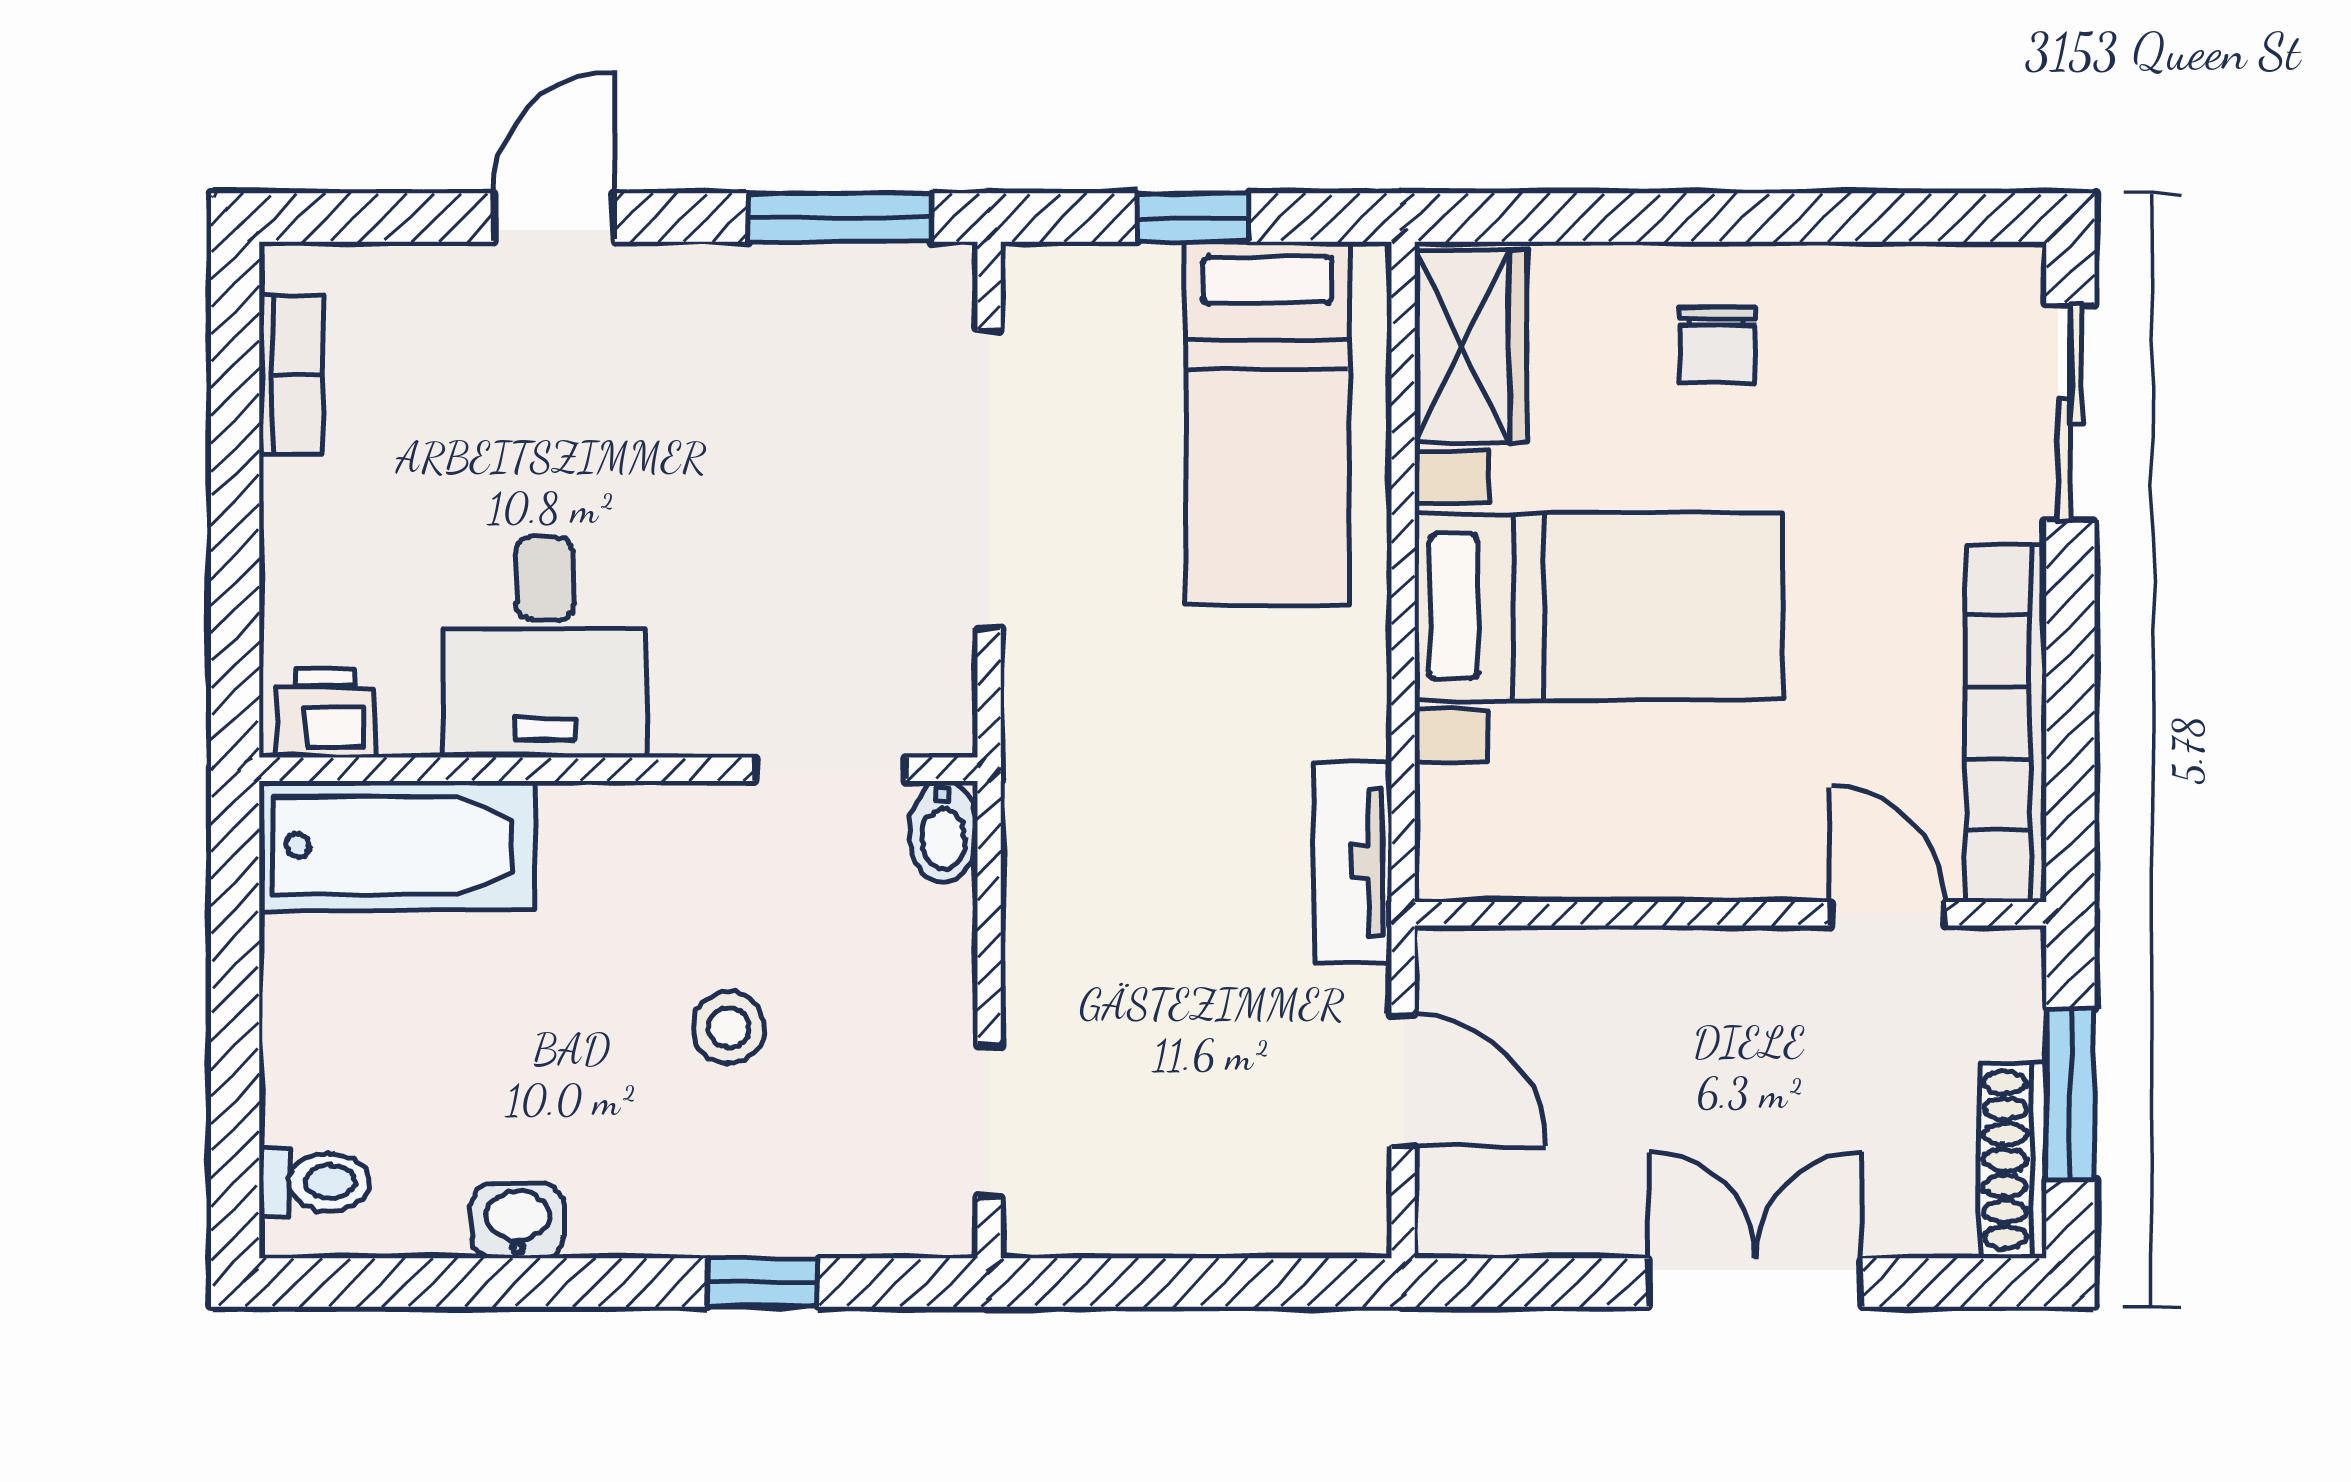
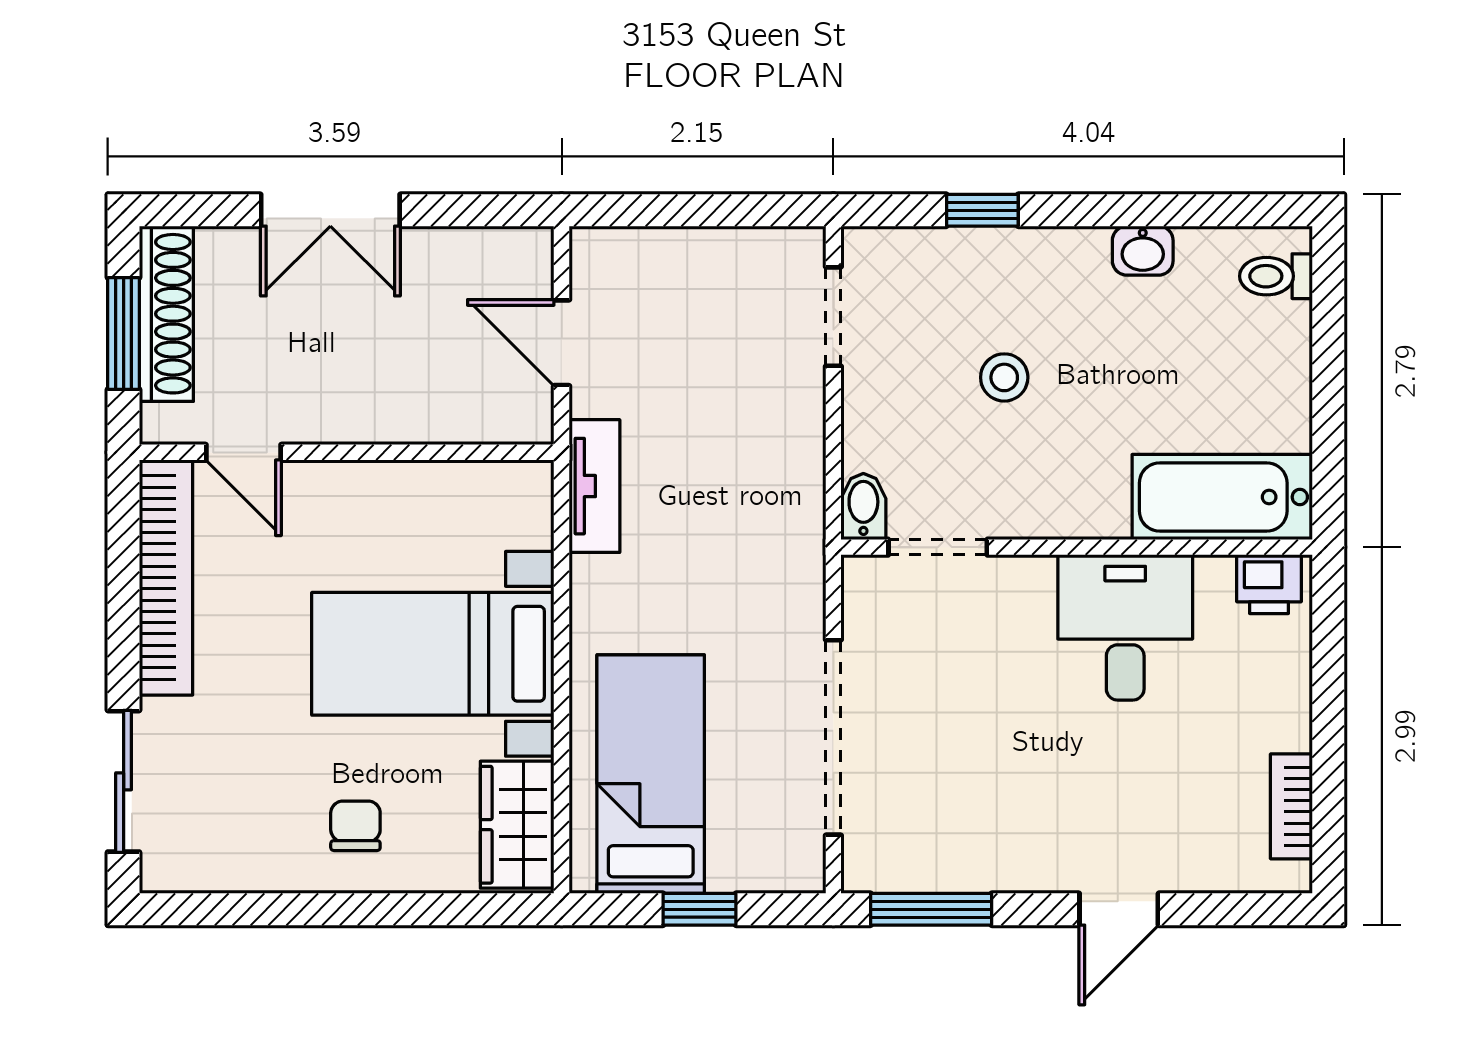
shoe rack: (2013, 1160) -> (166, 314), width x1.36, depth x1.24

